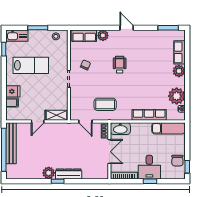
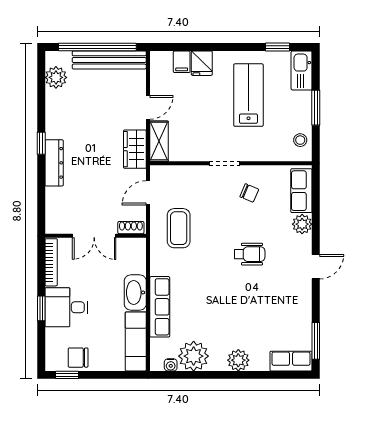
row of seats: (179, 52) -> (291, 361), moved
lab bench: (31, 65) -> (248, 95), turned 180
door: (38, 121) -> (148, 107), swing flipped
wardrobe: (61, 129) -> (135, 149), added
washbasin: (120, 129) -> (135, 292), moved
plant: (49, 173) -> (56, 77), moved

